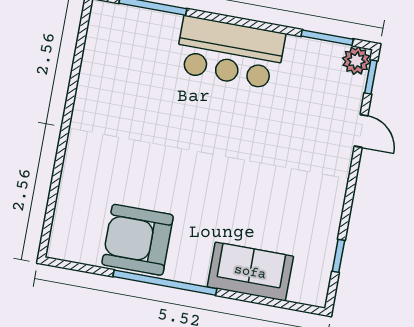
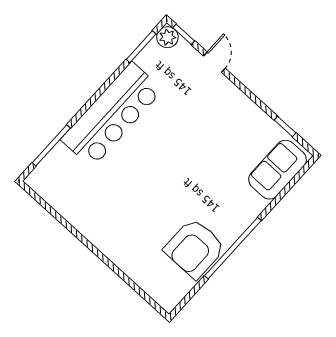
bar counter: (230, 53) -> (112, 115), width x1.36
door: (361, 131) -> (214, 62), hinge flipped
sofa: (250, 272) -> (278, 170), moved

